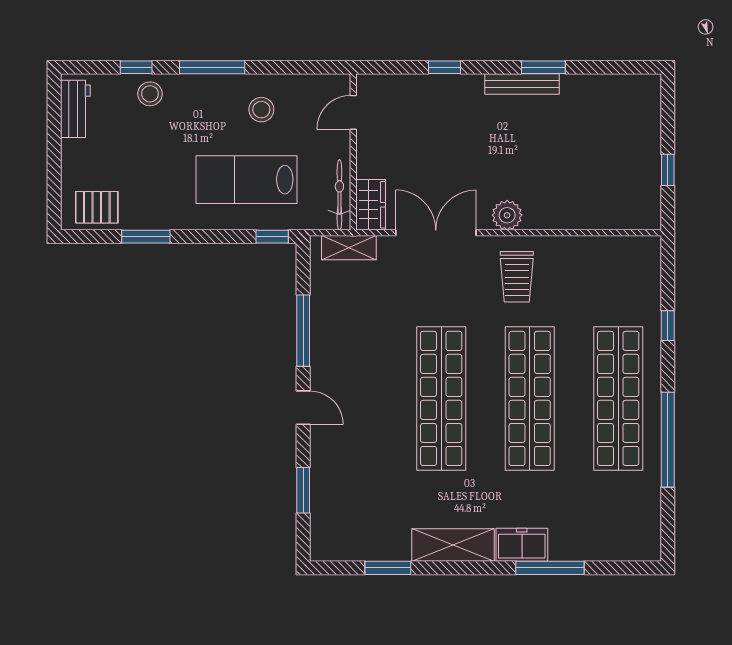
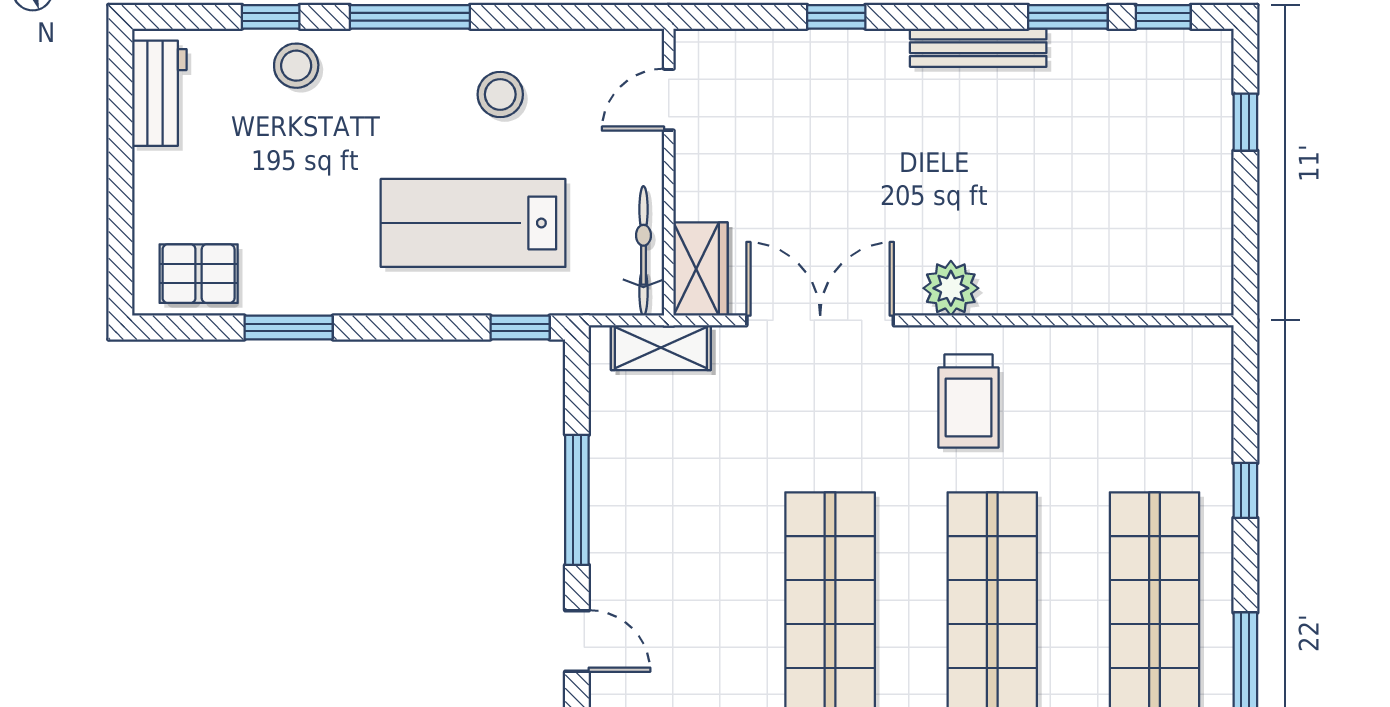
window: (543, 67) -> (1068, 17), moved
window: (623, 67) -> (1163, 17), added
window: (668, 170) -> (1245, 122), moved

